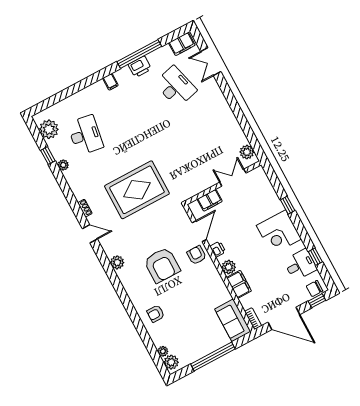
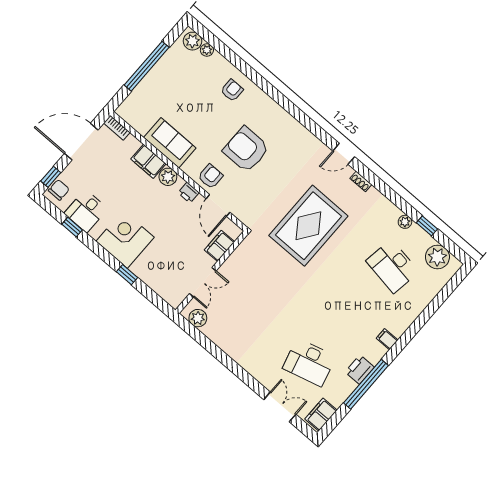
armchair: (197, 255) -> (210, 176), turned -90
plant: (117, 262) -> (299, 133), removed
sofa: (233, 320) -> (170, 143), moved

